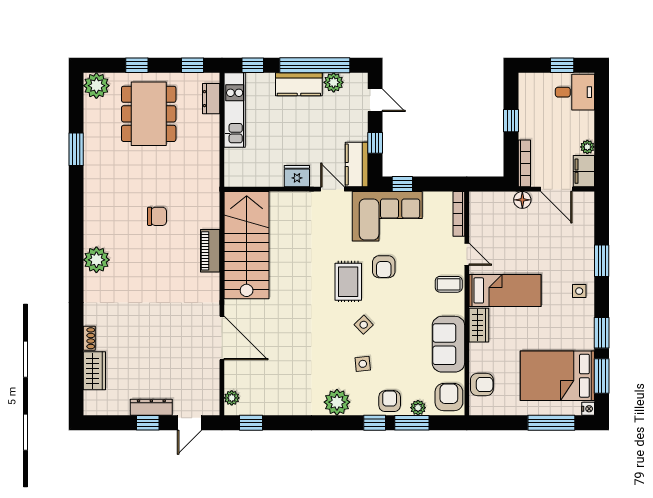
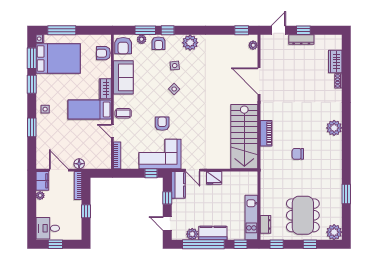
rug: (348, 282) -> (183, 115), removed

